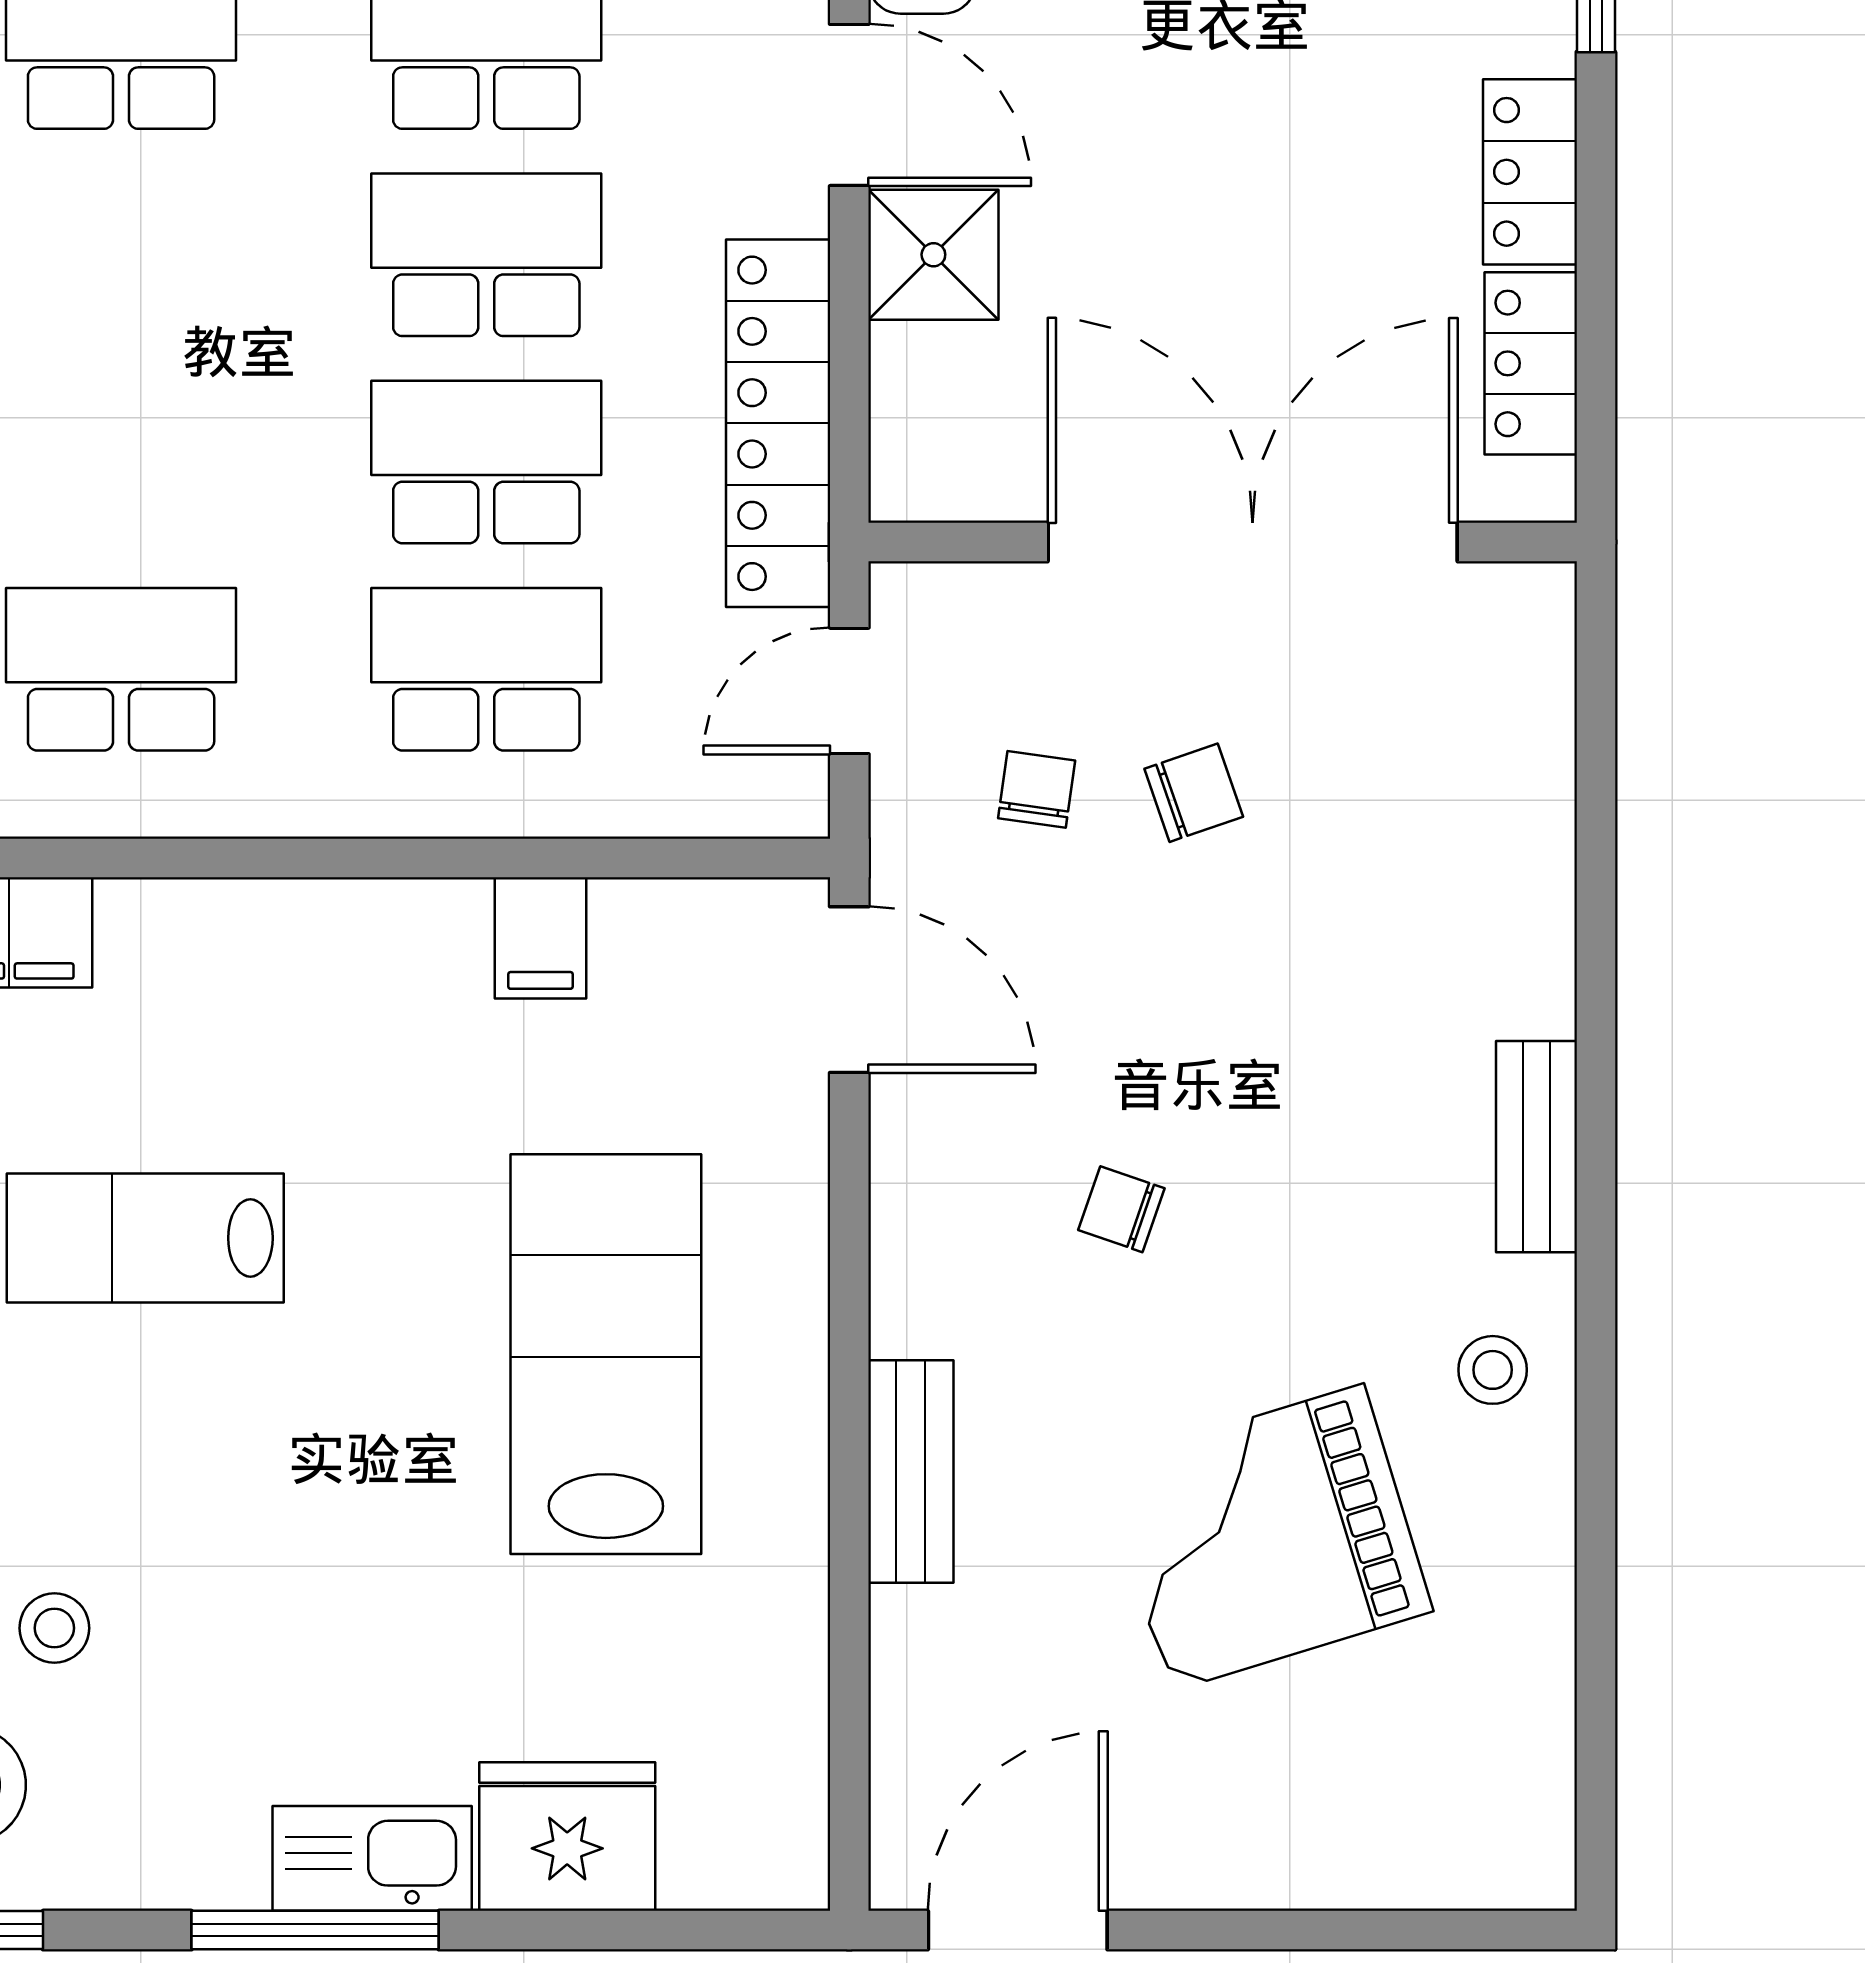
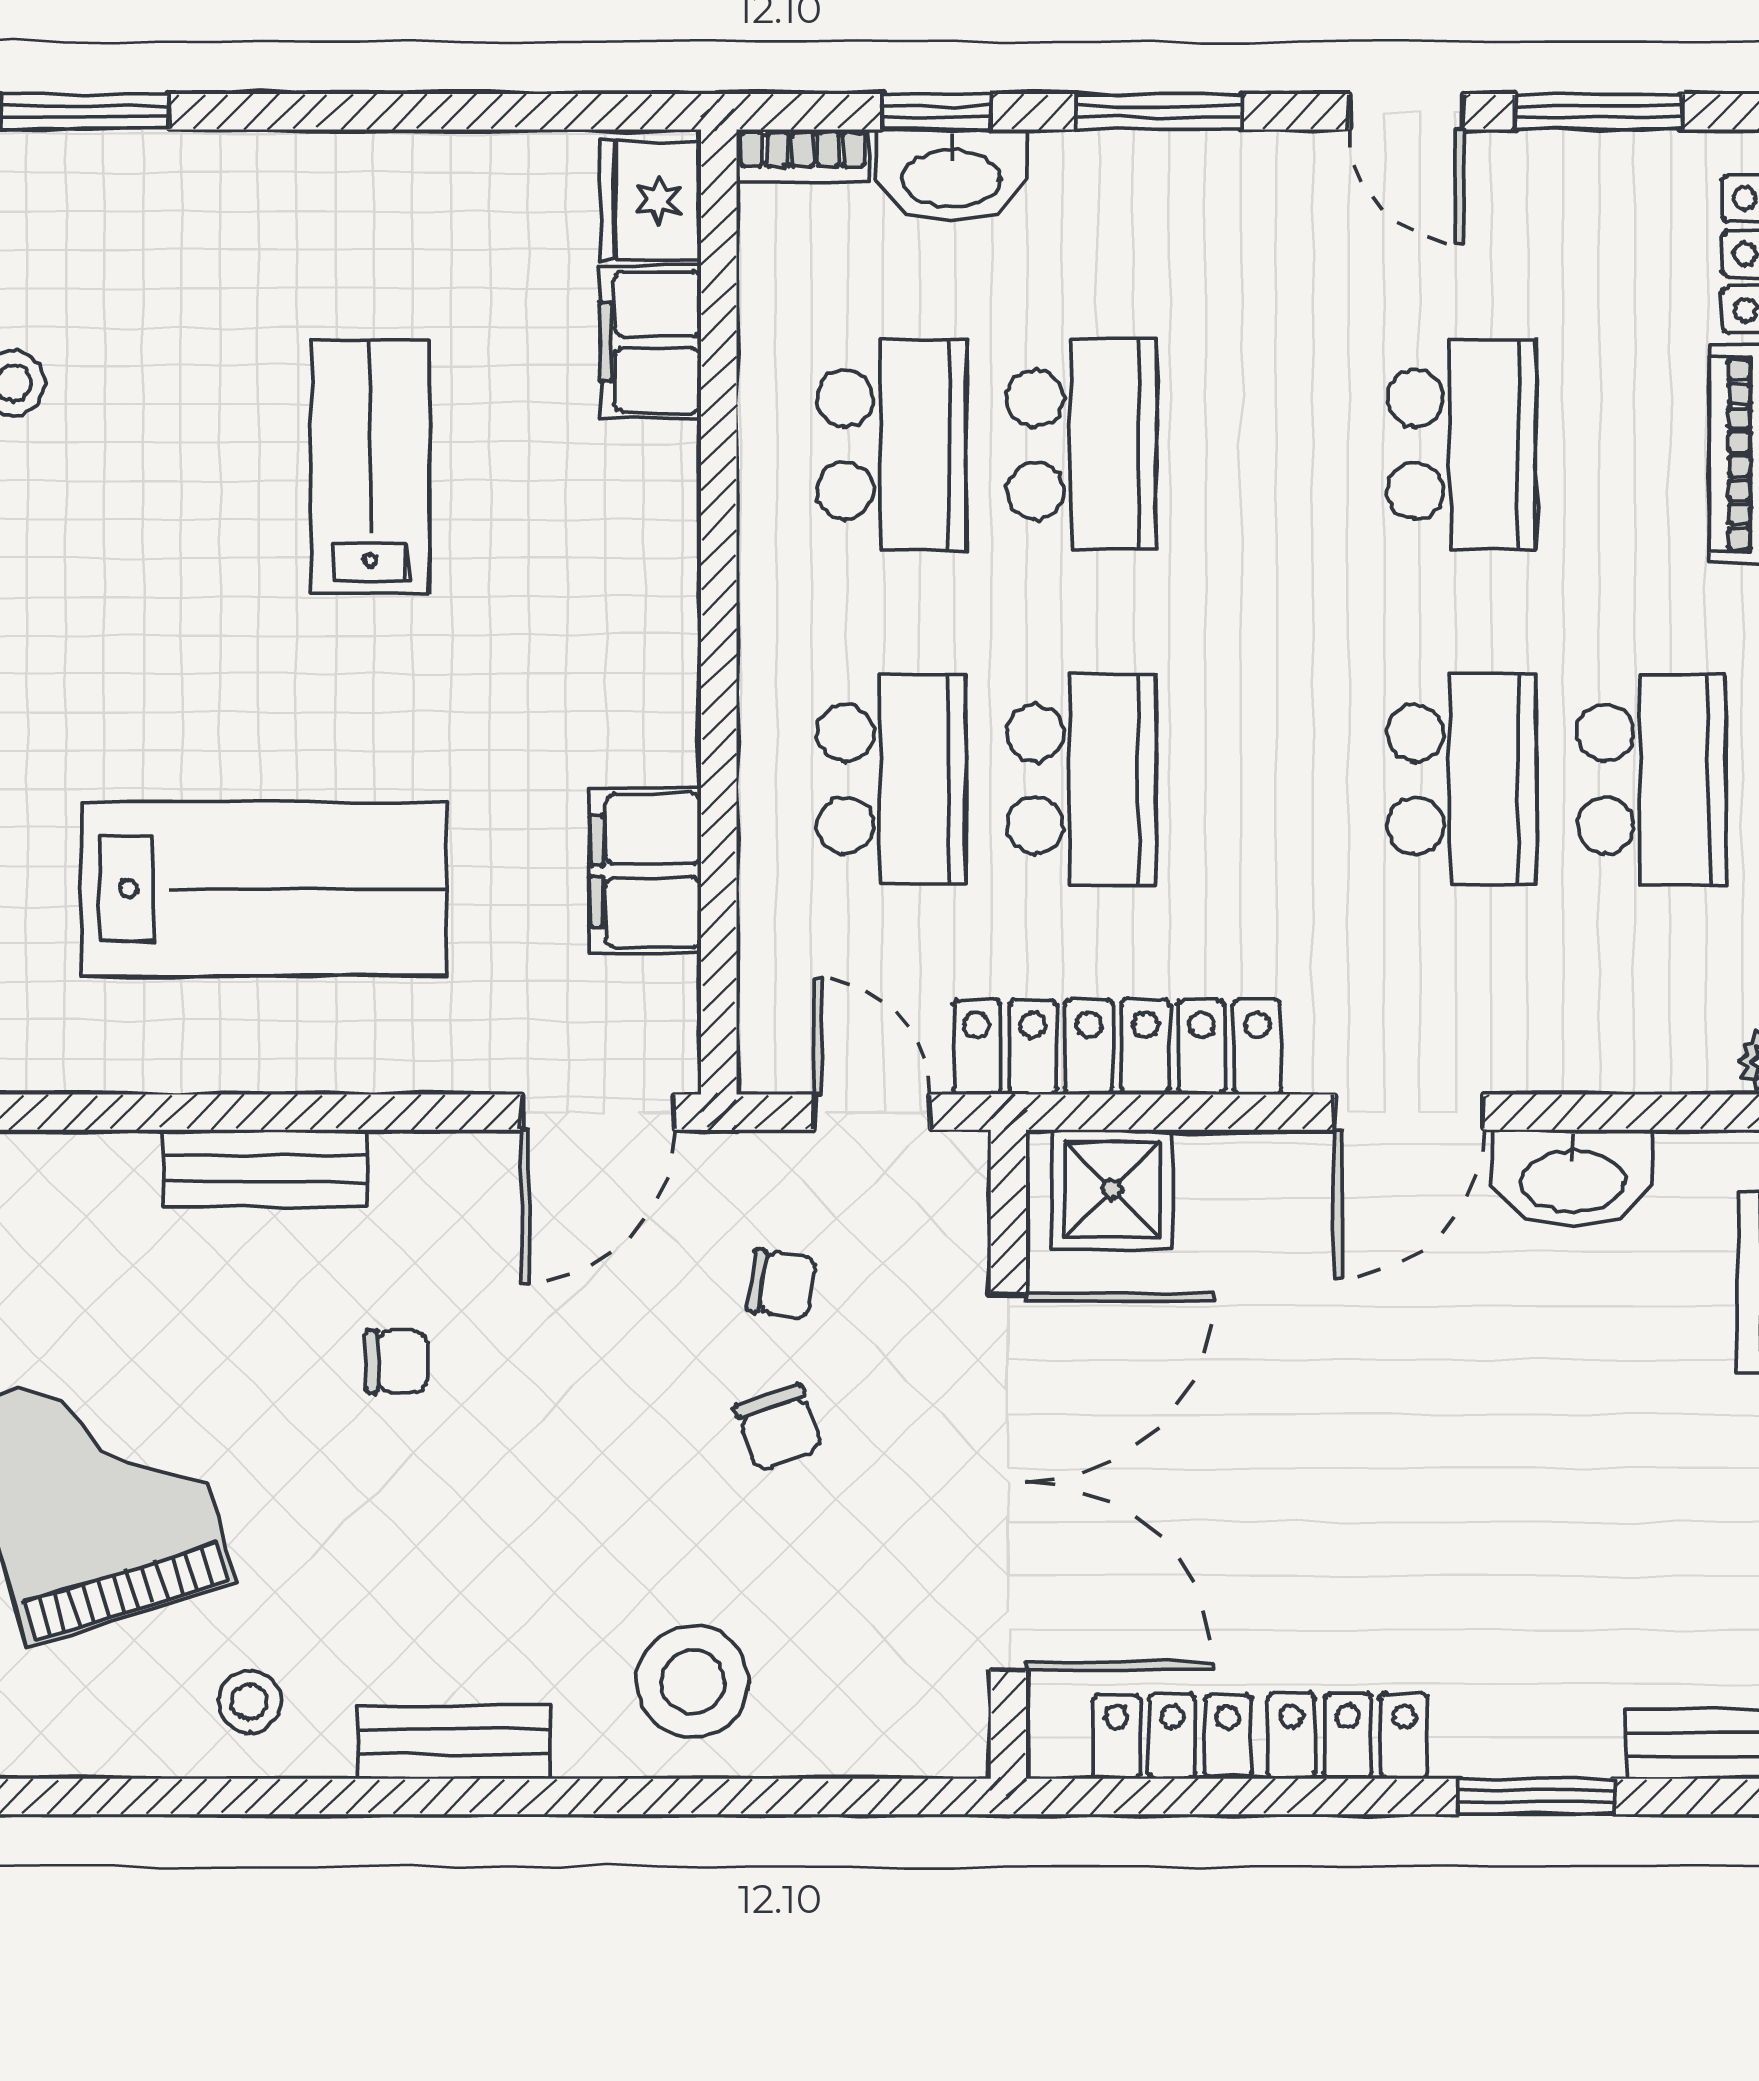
school desk: (486, 255) -> (1082, 445), moved
shower: (933, 255) -> (1112, 1189), moved
stool: (1471, 886) -> (693, 1682), added
filing cabinet: (541, 938) -> (645, 871), width x2.00
chair: (1121, 1209) -> (397, 1361), turned 71
bench: (911, 1471) -> (265, 1169), moved

